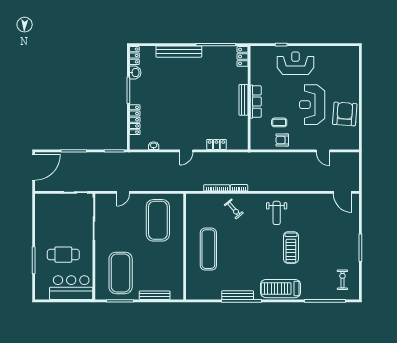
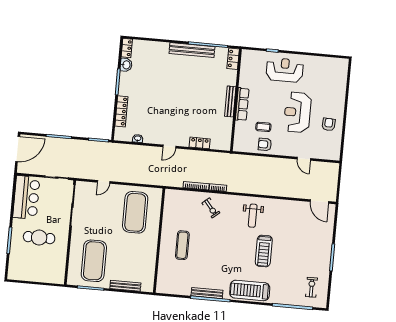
bench: (179, 52) -> (192, 50), moved
armchair: (345, 114) -> (329, 124), width x0.53, depth x0.53
exercise mat: (208, 249) -> (182, 245), width x0.73, depth x0.69
bar counter: (71, 288) -> (26, 197), moved, turned 90

